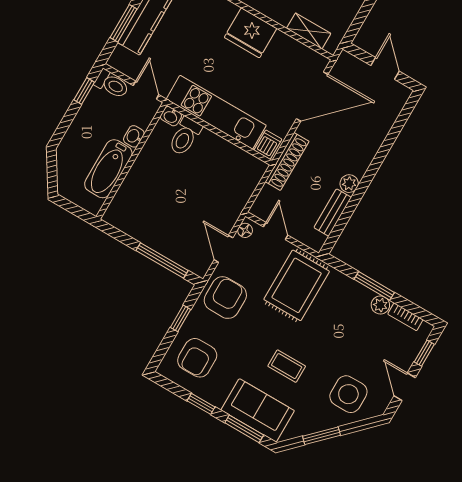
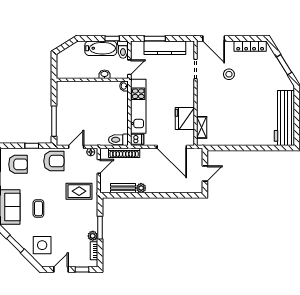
fridge: (251, 33) -> (185, 119), moved
toilet: (185, 136) -> (118, 140), moved
shoe rack: (287, 161) -> (124, 153), moved
bathtub: (108, 169) -> (101, 48), moved, turned 180
rug: (297, 285) -> (79, 191), width x0.73, depth x0.70
armchair: (197, 358) -> (18, 164), turned 180

